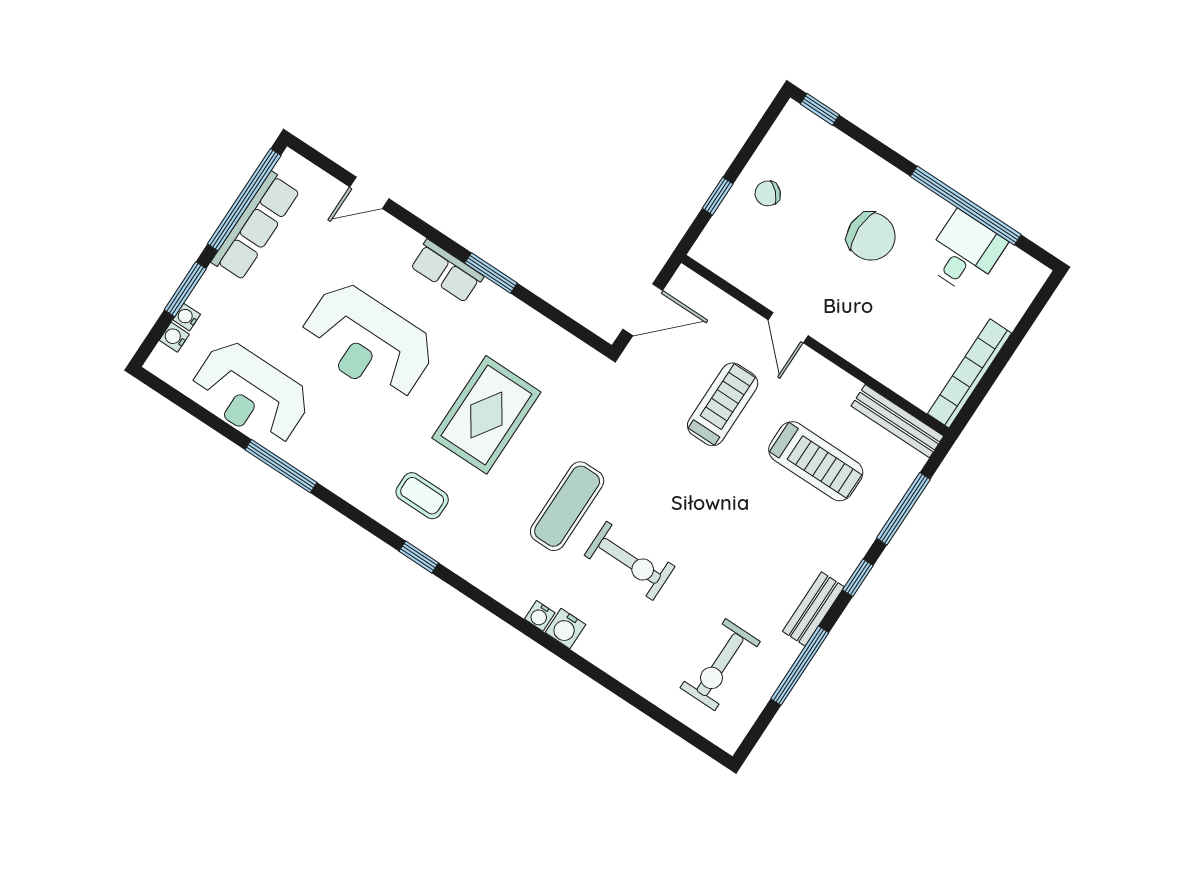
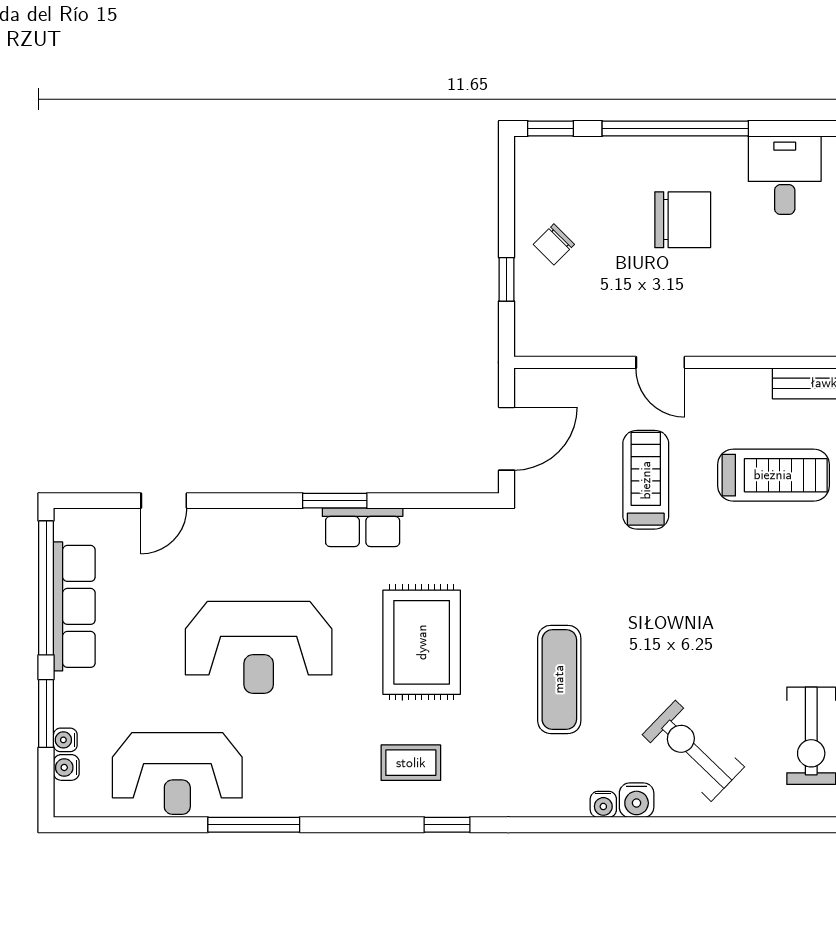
window: (966, 206) -> (675, 129), moved
row of seats: (447, 271) -> (363, 527), moved
exercise bike: (630, 561) -> (693, 751), moved, turned -136

